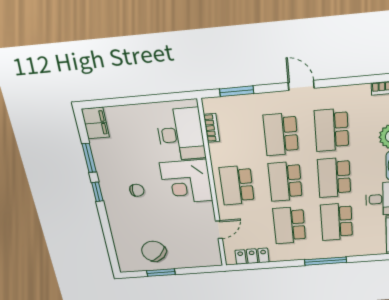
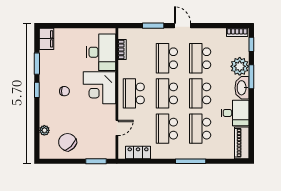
window: (237, 91) -> (153, 26), moved
plant: (119, 240) -> (44, 130), added
window: (161, 273) -> (96, 161), moved

